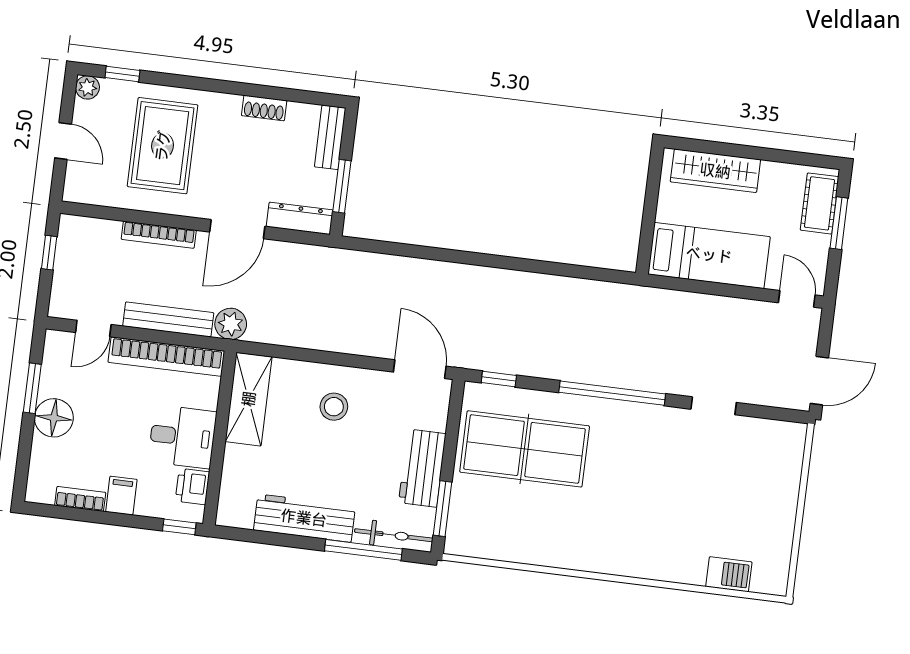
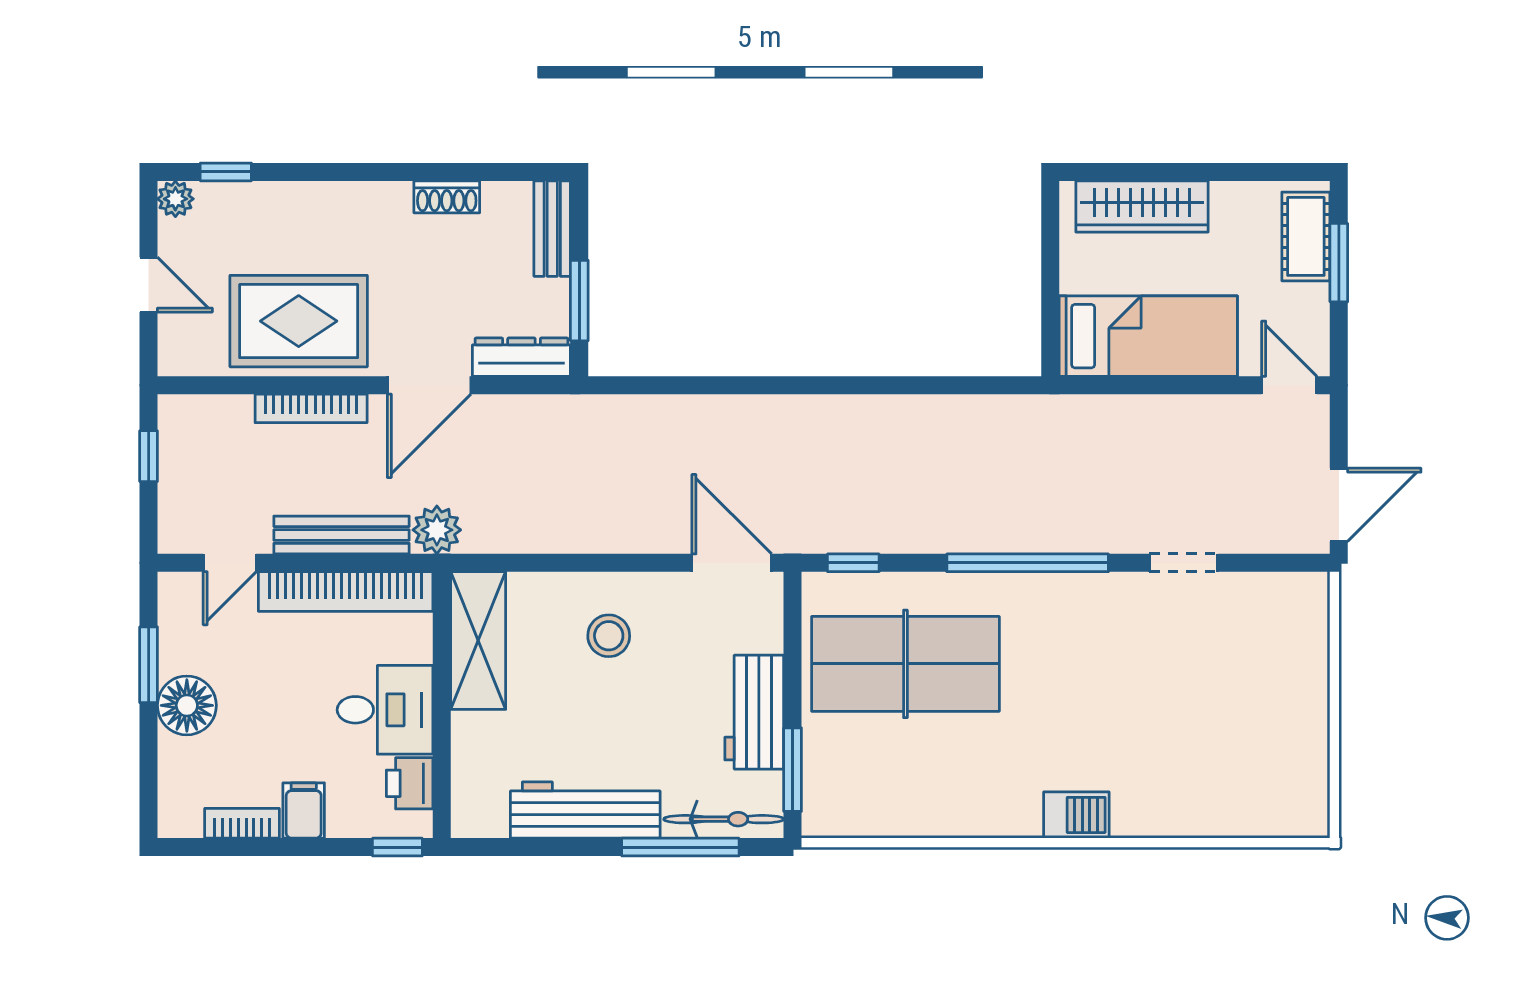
rug: (163, 146) -> (299, 321), moved, turned 90
barbecue: (729, 574) -> (1076, 815), moved

